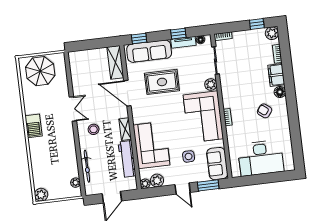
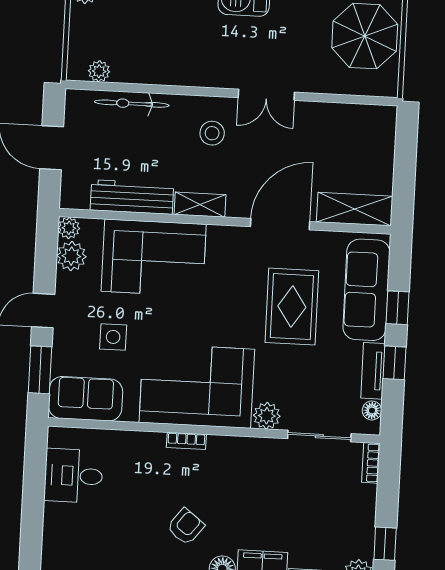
window: (139, 38) -> (397, 308), moved
desk: (261, 158) -> (73, 476), width x0.53, depth x0.77

